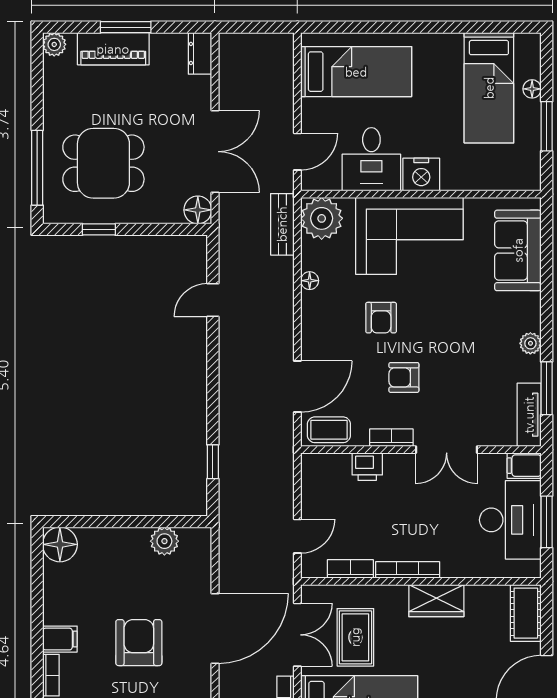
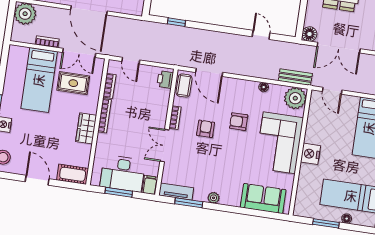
desk: (371, 159) -> (322, 129), removed
printer: (367, 467) -> (165, 80), moved

